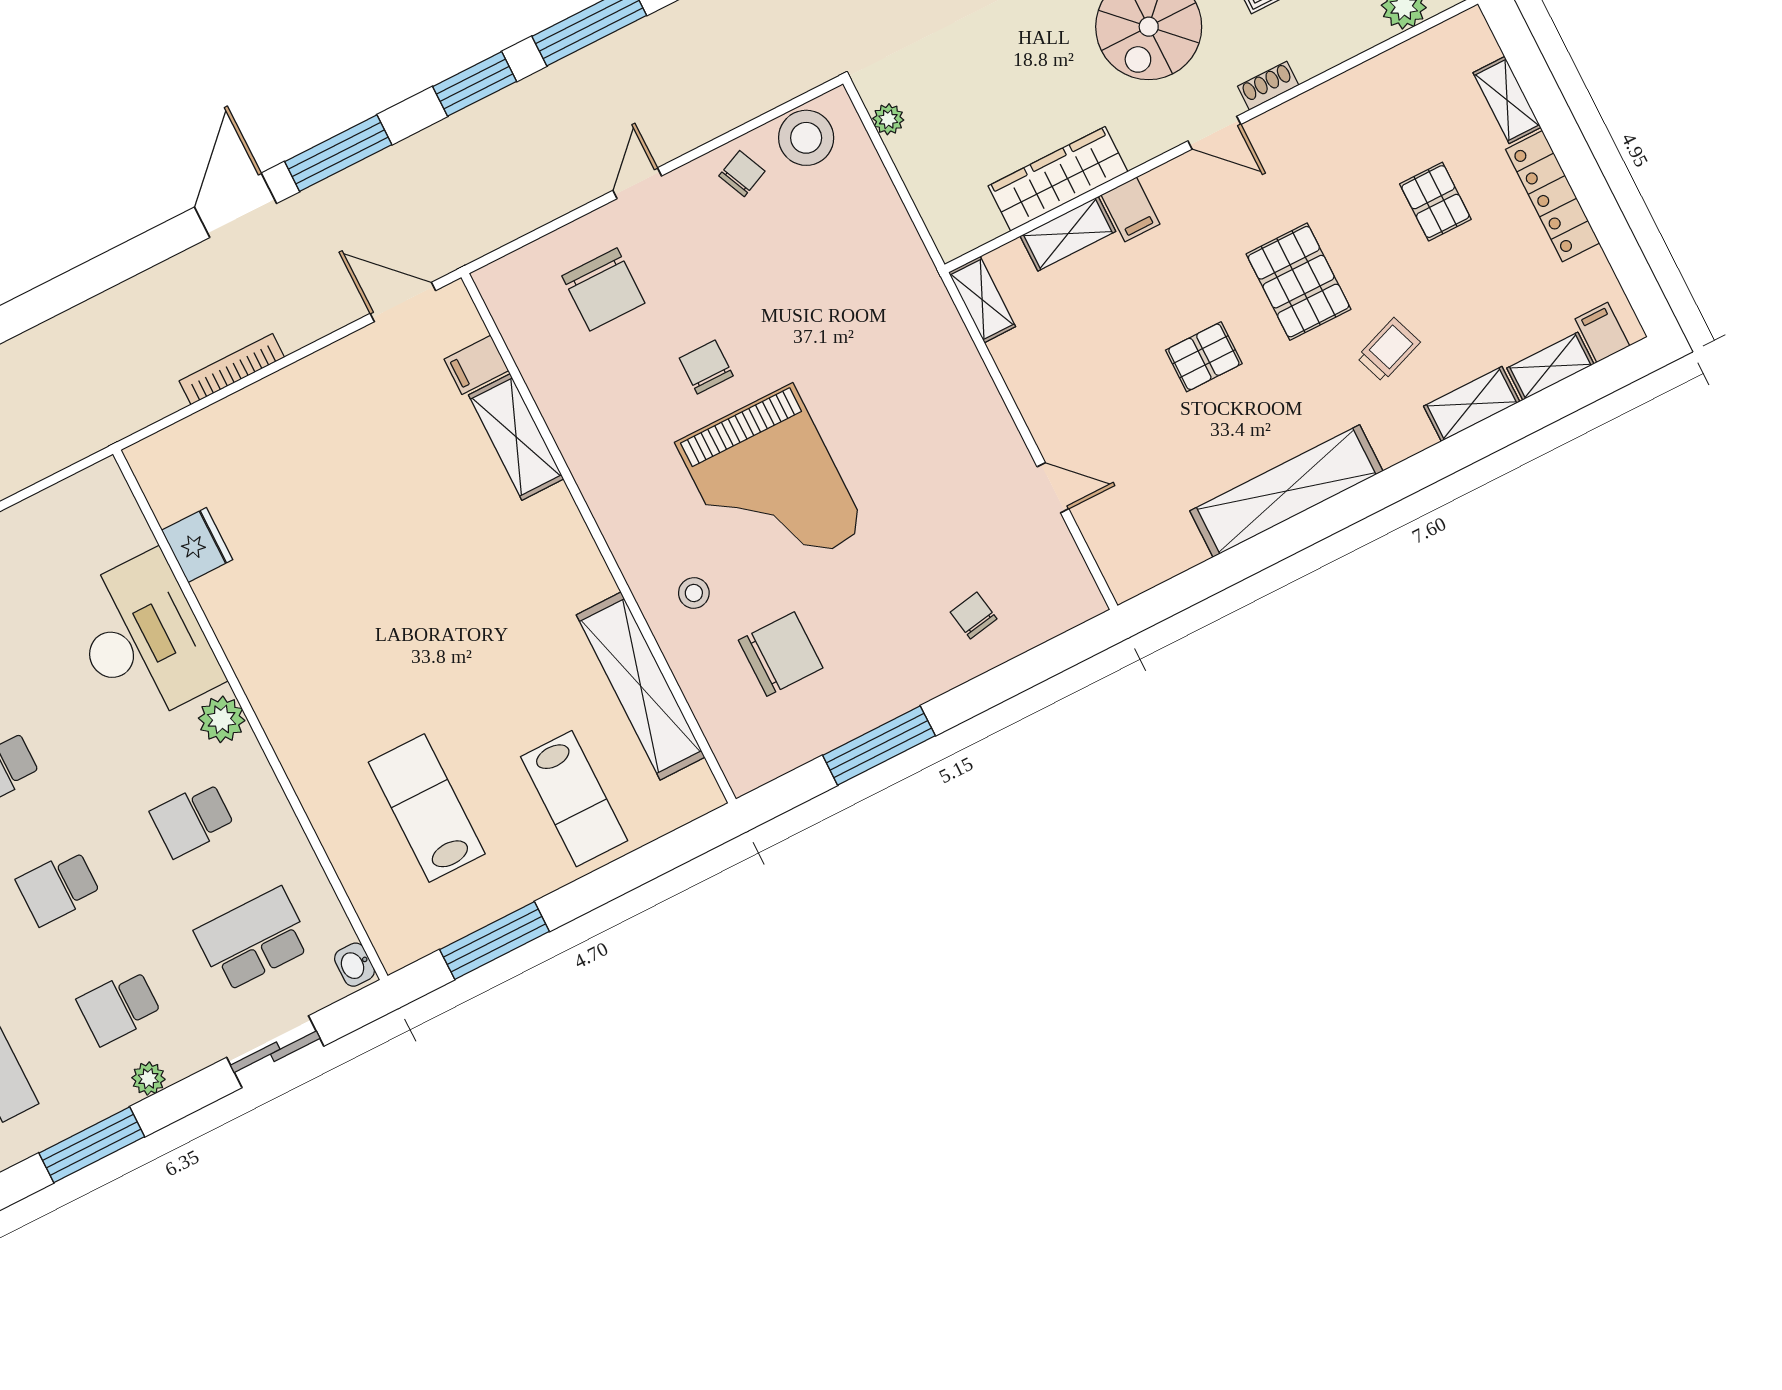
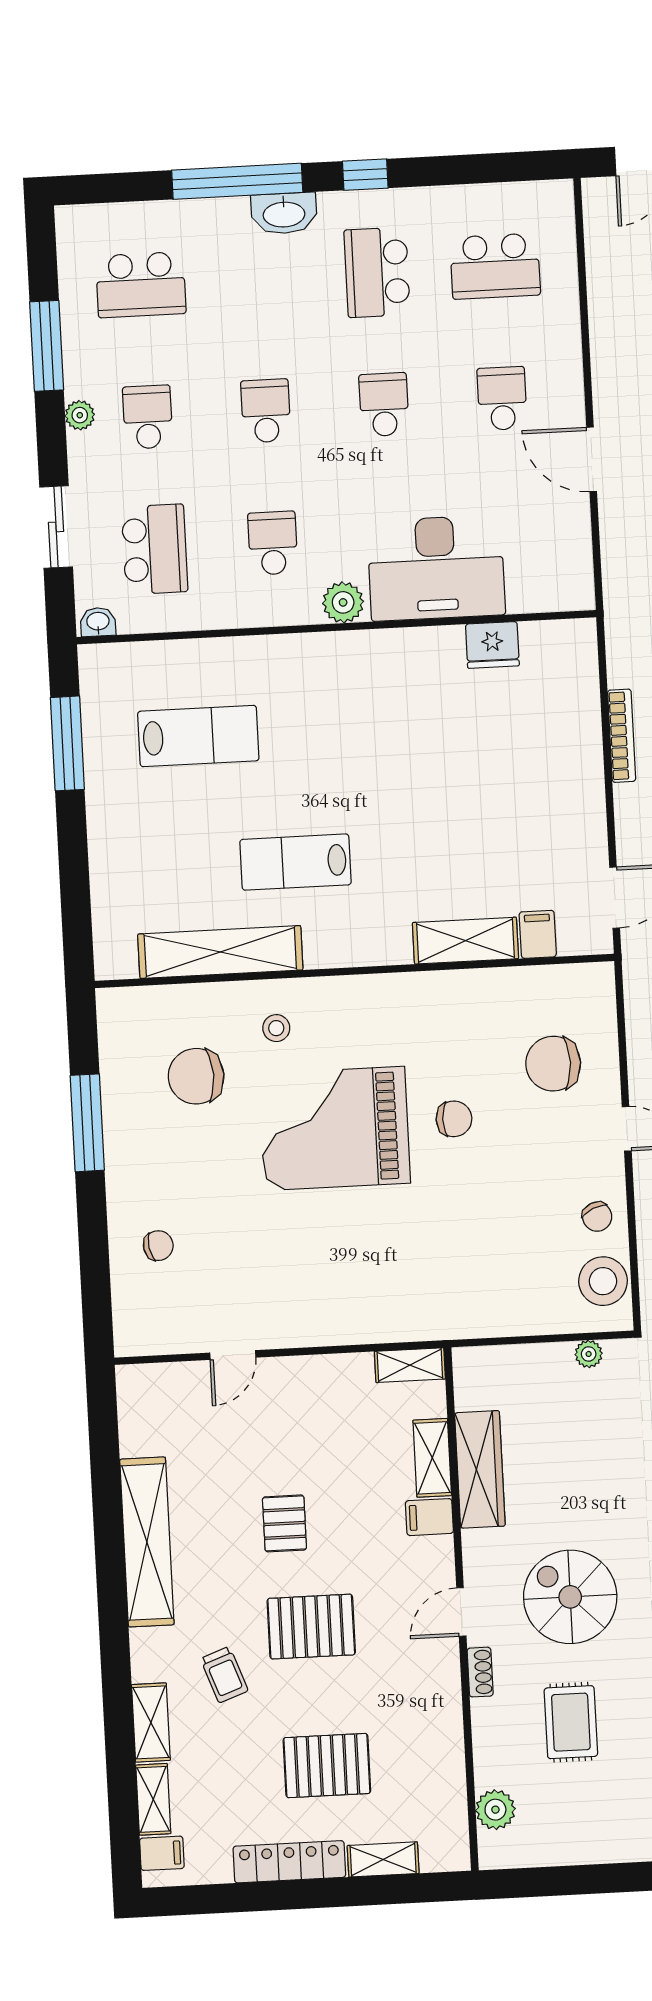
pallet: (1435, 202) -> (327, 1766), width x1.50, depth x1.42
chair: (781, 654) -> (196, 1076), turned 88
lab bench: (574, 799) -> (296, 862), moved

